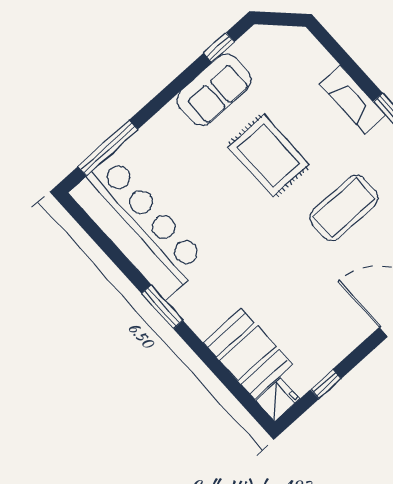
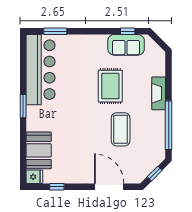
sofa: (214, 90) -> (126, 45), moved
window: (108, 148) -> (55, 31), width x0.69
coffee table: (344, 208) -> (121, 129), turned 90

